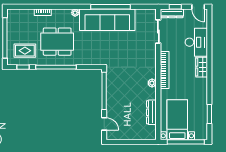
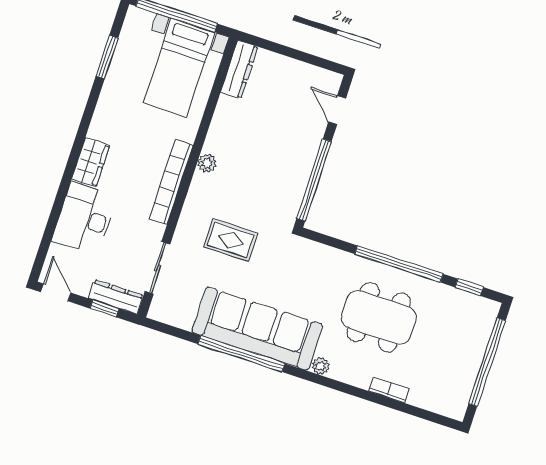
rug: (25, 51) -> (231, 240), moved
dresser: (151, 112) -> (239, 69), moved

